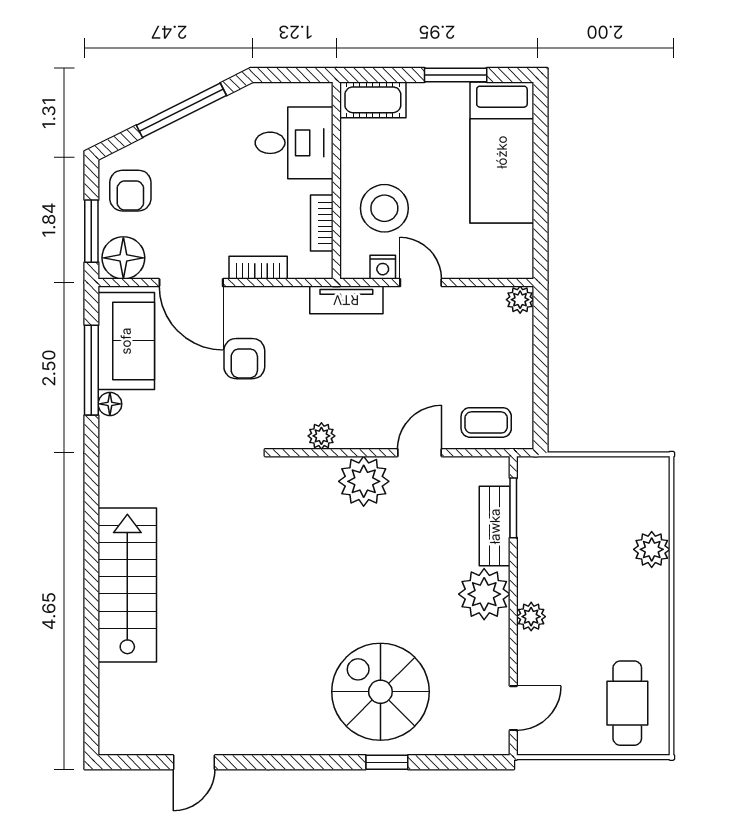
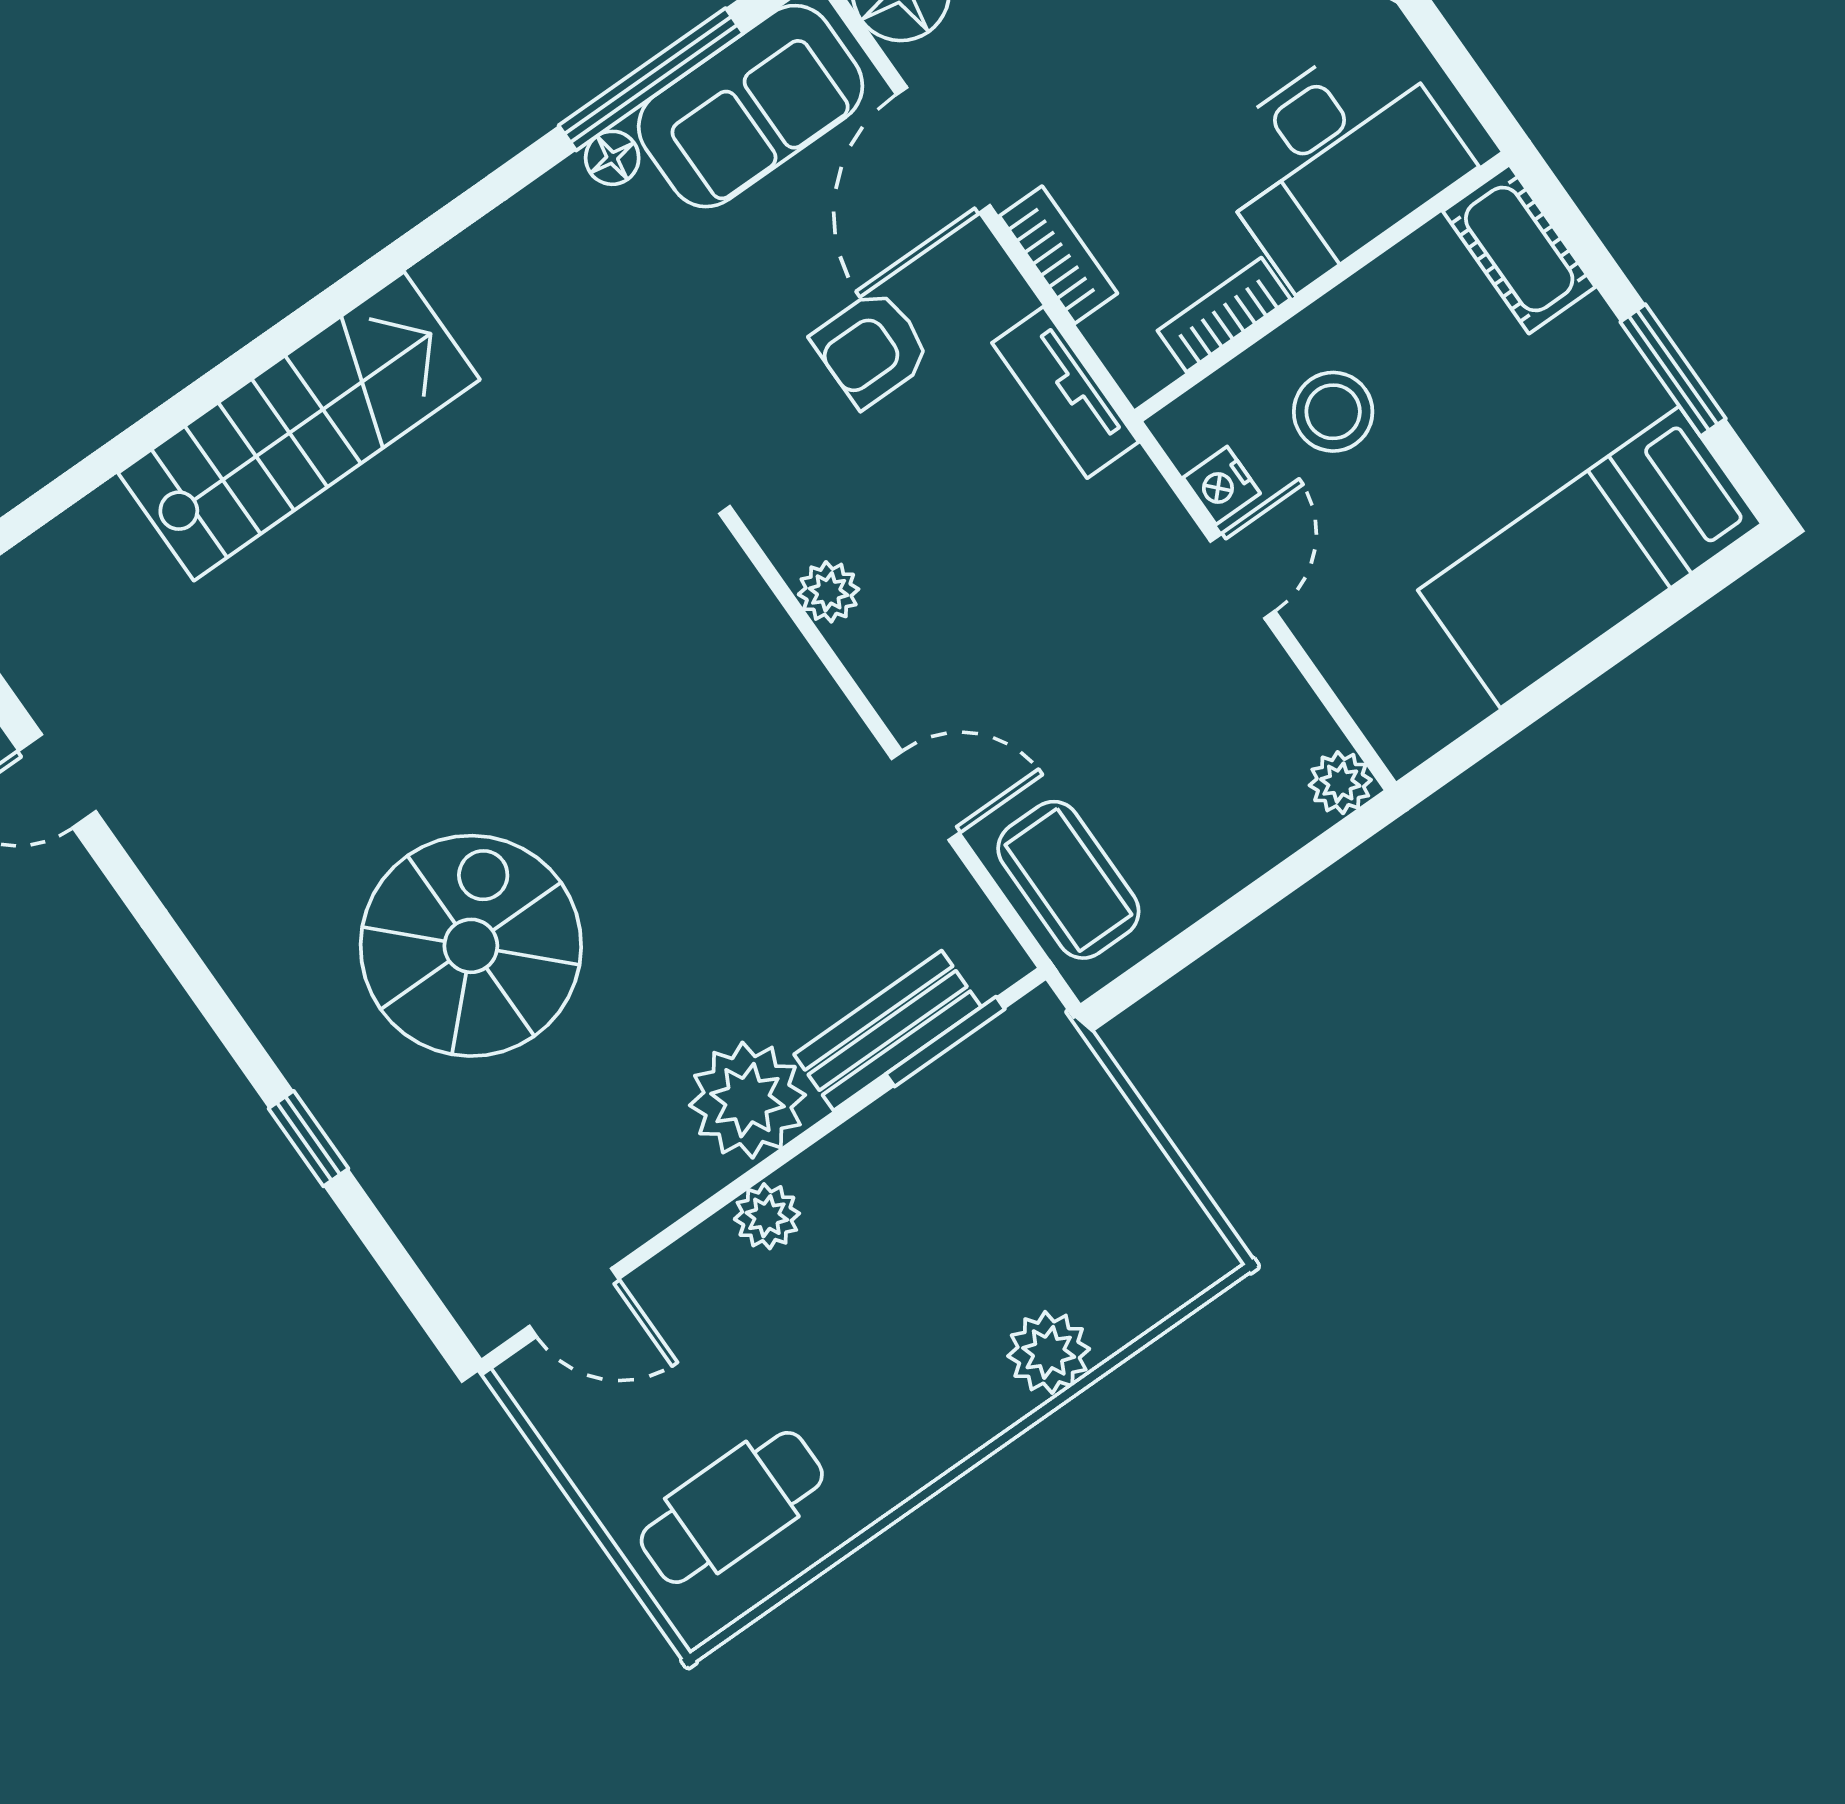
desk: (294, 143) -> (1337, 159), width x1.37
stool: (384, 208) -> (1333, 412), width x0.73, depth x0.73
tv unit: (346, 300) -> (1065, 392), moved
coffee table: (486, 422) -> (1068, 880), width x1.36, depth x1.30
plant: (364, 481) -> (800, 729), removed
spiral stairs: (380, 692) -> (471, 946), moved

